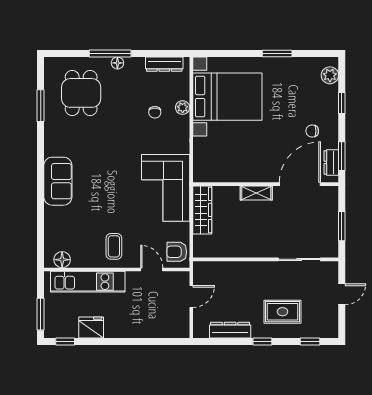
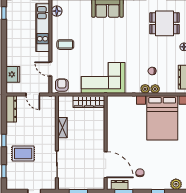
plant: (182, 123) -> (145, 89), added
shelving: (256, 193) -> (63, 128), moved
door: (152, 269) -> (50, 69), swing flipped
rug: (283, 312) -> (23, 154), turned 90
fridge: (91, 328) -> (13, 74), moved
dresser: (230, 330) -> (11, 109), moved

